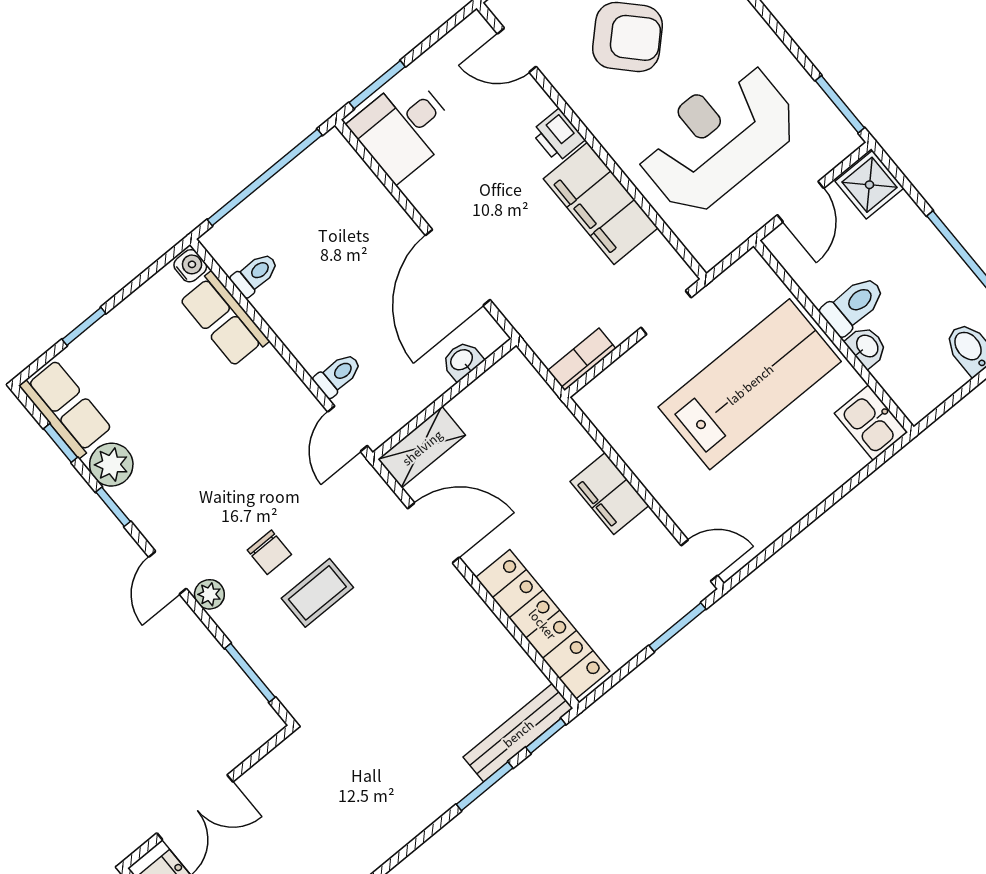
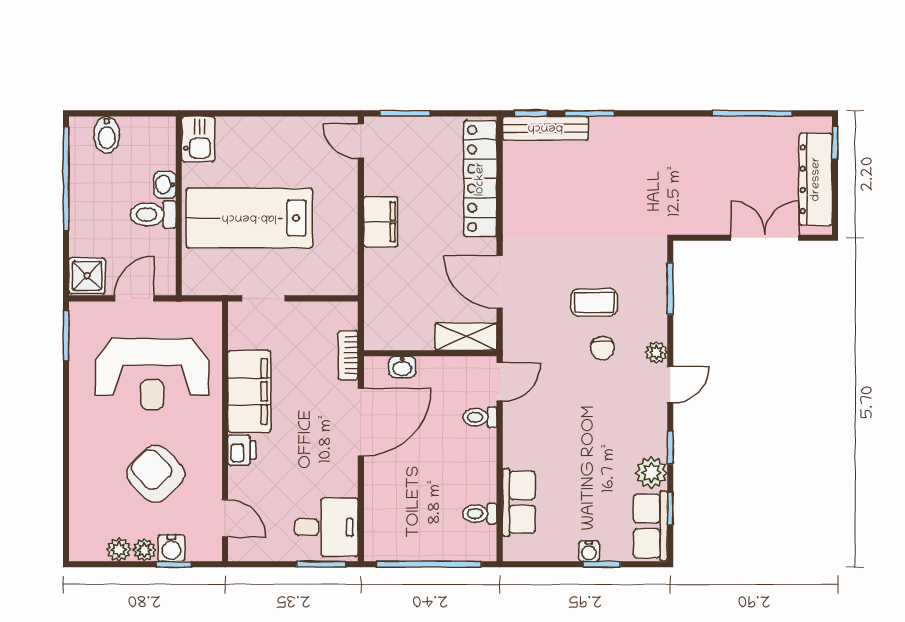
water cooler: (190, 266) -> (589, 551), moved, turned -90
bookcase: (582, 359) -> (348, 355), moved, turned 90
chair: (269, 552) -> (602, 348), turned 180

